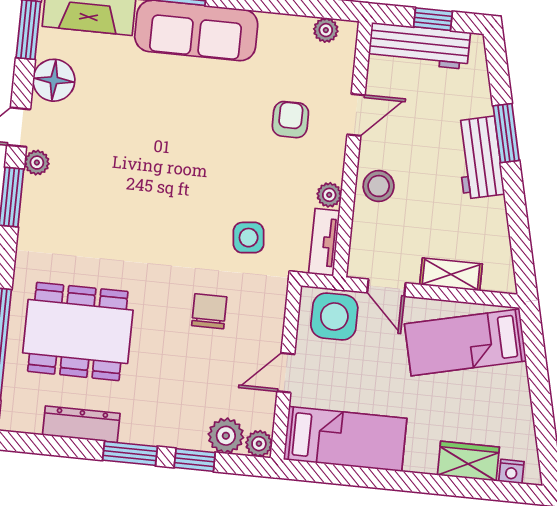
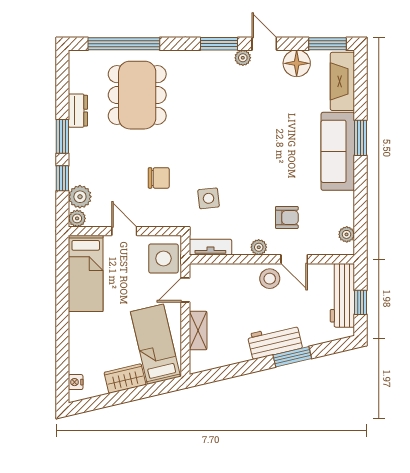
stool: (379, 186) -> (270, 279), moved
plant: (329, 195) -> (259, 247), moved
dresser: (81, 424) -> (78, 111), width x0.70
wardrobe: (468, 461) -> (125, 379), moved, turned -103

